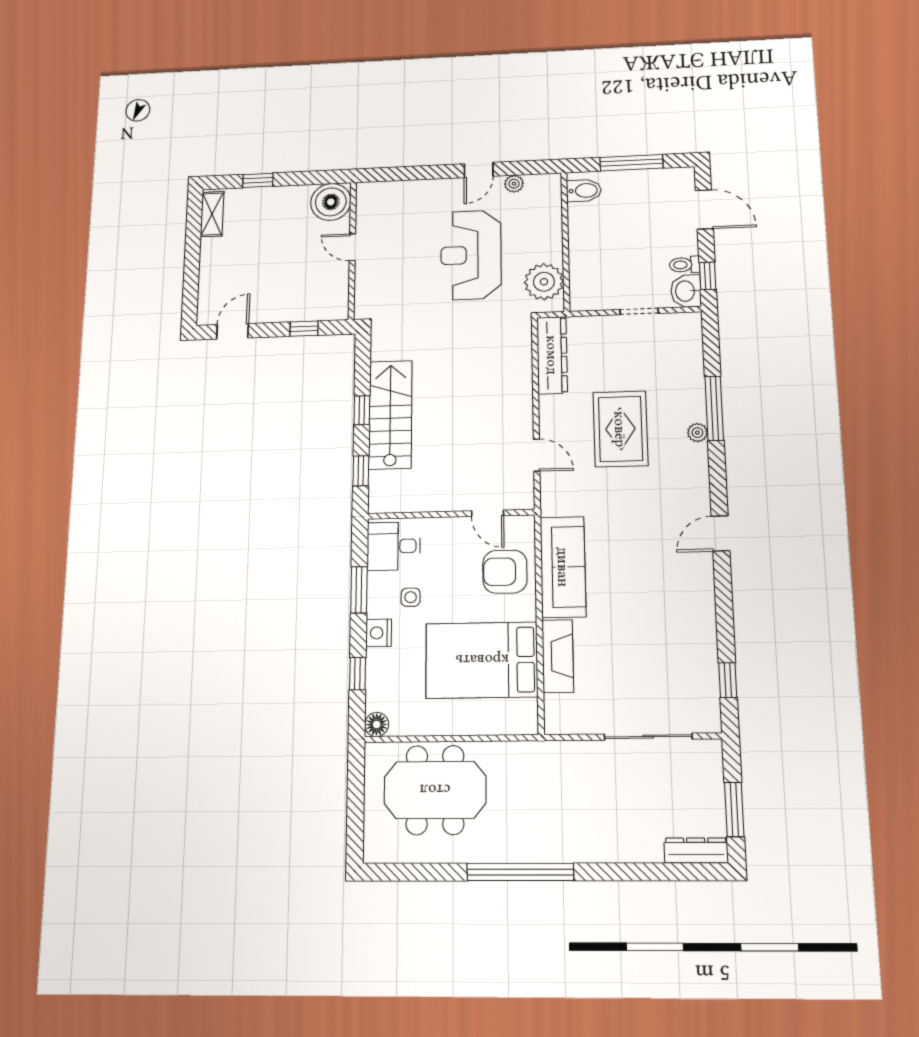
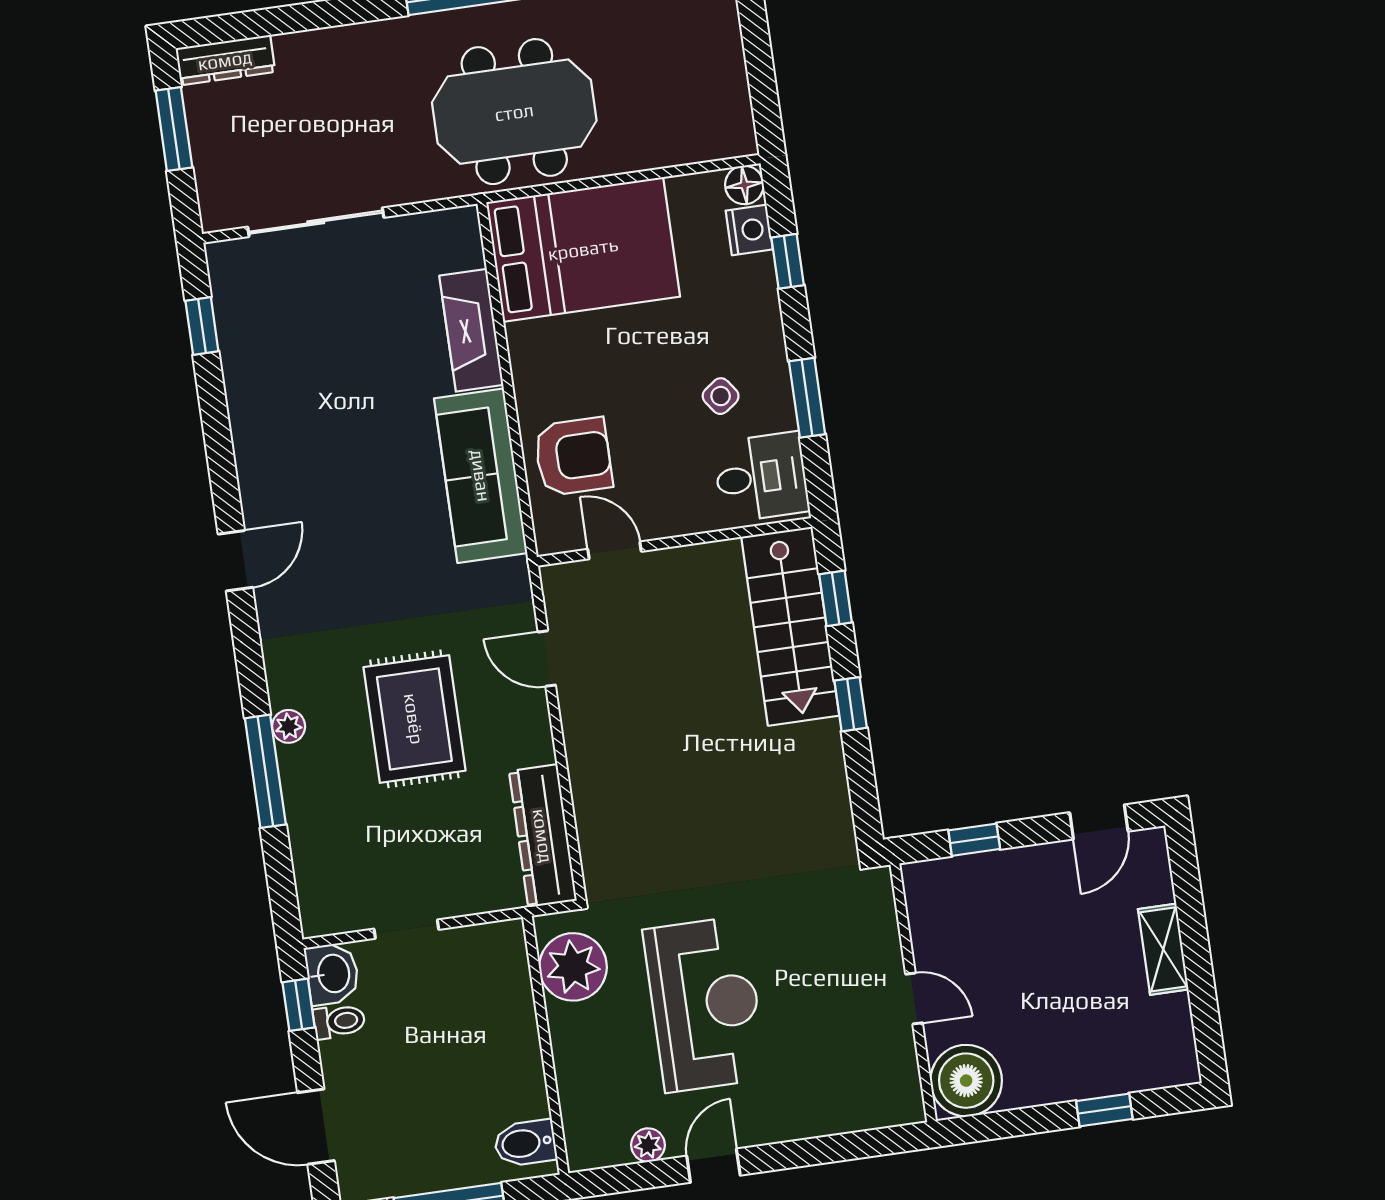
shelving: (212, 214) -> (1163, 949), moved
stairs: (390, 415) -> (790, 626), moved
side table: (411, 597) -> (721, 396), turned -36
nightstand: (379, 633) -> (749, 230), moved
bed: (482, 660) -> (583, 249), moved
meeting table: (435, 790) -> (514, 112), moved

